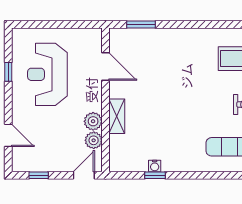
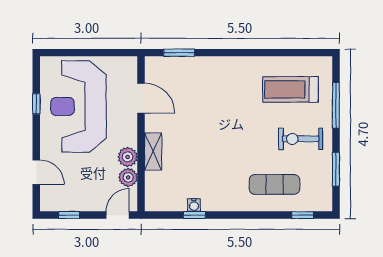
reception desk: (47, 74) -> (78, 106), width x1.36, depth x1.30

